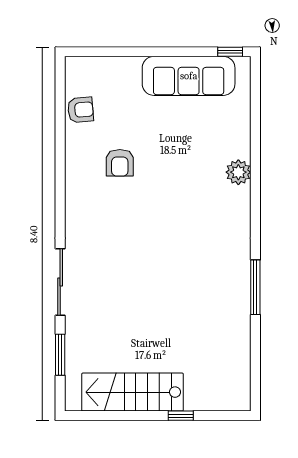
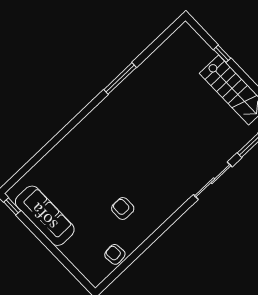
armchair: (120, 163) -> (123, 208), turned -90
plant: (238, 172) -> (70, 143), removed

